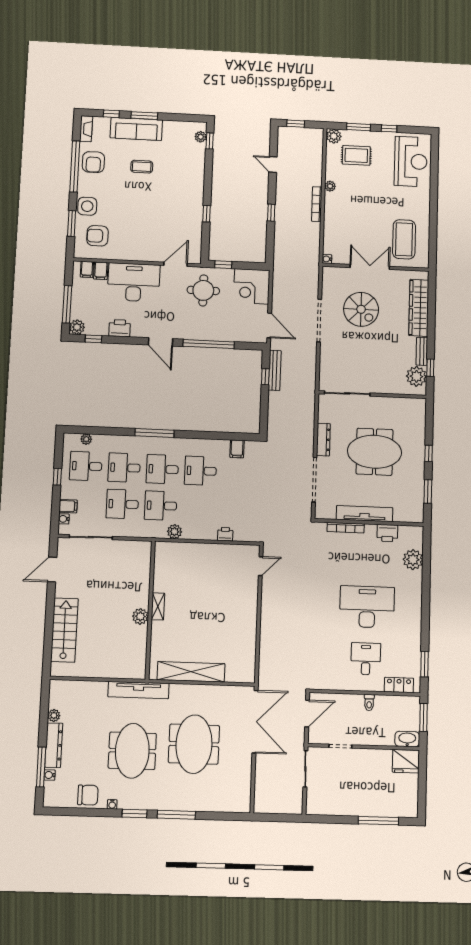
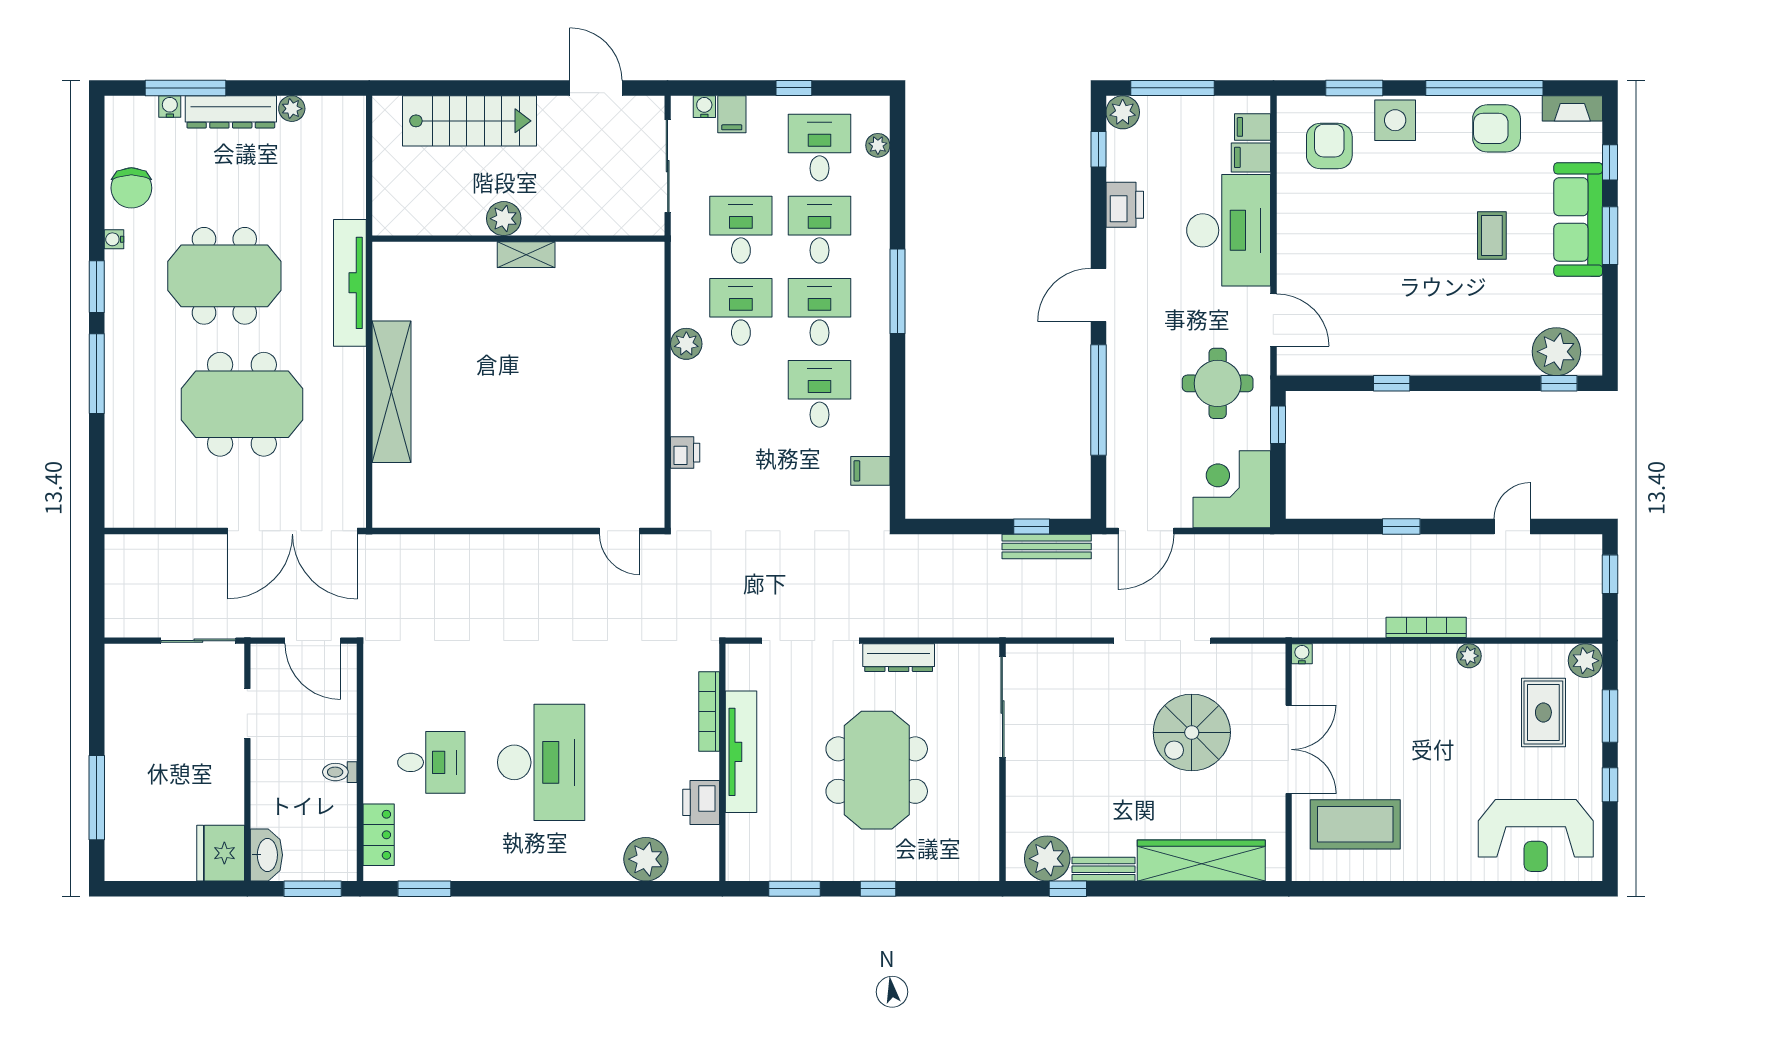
plant: (201, 137) -> (1556, 352), width x1.88, depth x1.88
shelving: (158, 606) -> (526, 255), moved
wall: (150, 610) -> (518, 239), moved
plant: (140, 616) -> (504, 219), moved

